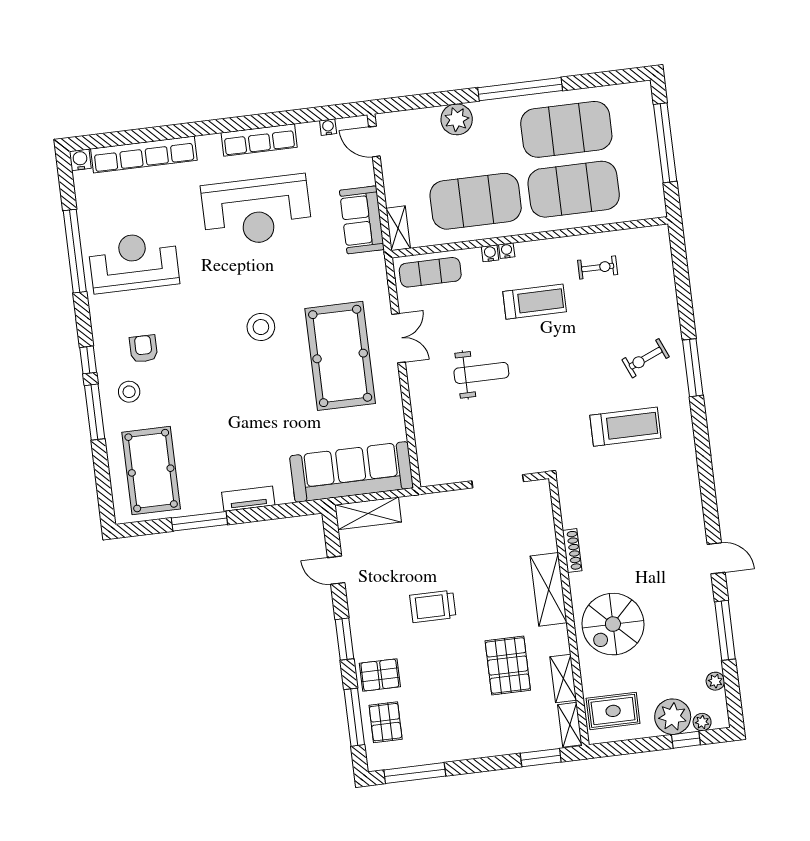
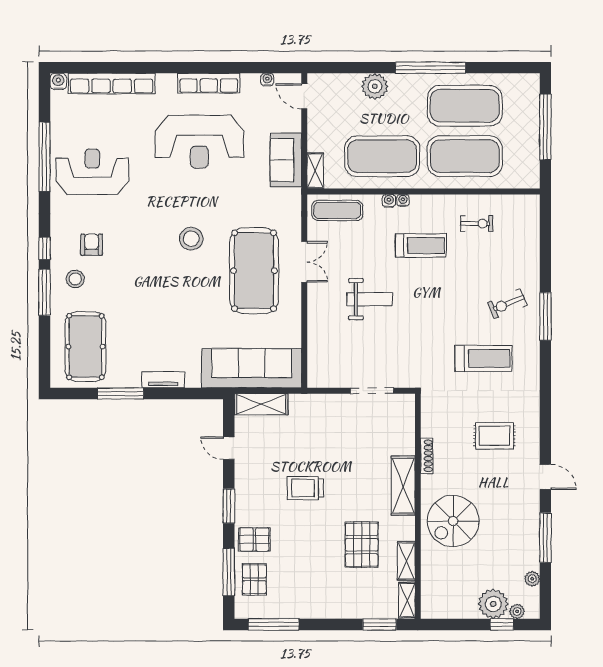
rug: (613, 711) -> (494, 436), moved

